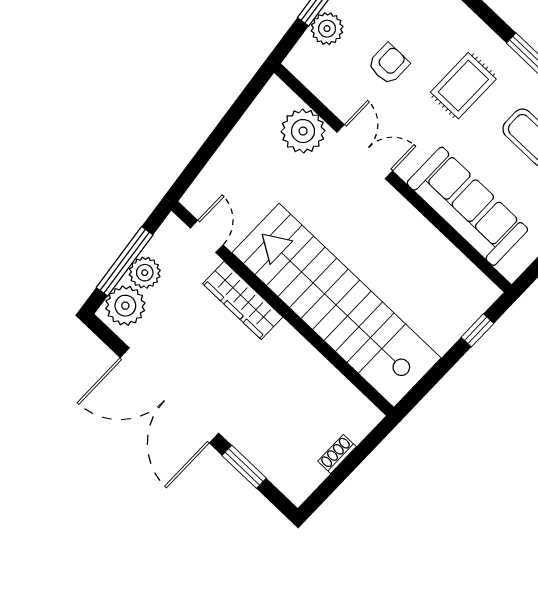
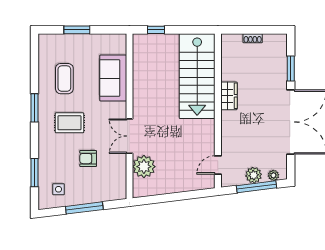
plant: (327, 29) -> (97, 194), removed
sofa: (467, 206) -> (113, 78), width x0.73
wardrobe: (243, 300) -> (229, 96), moved, width x0.67
stairs: (337, 305) -> (197, 76), width x0.73
plant: (125, 306) -> (273, 175), width x0.53, depth x0.53

